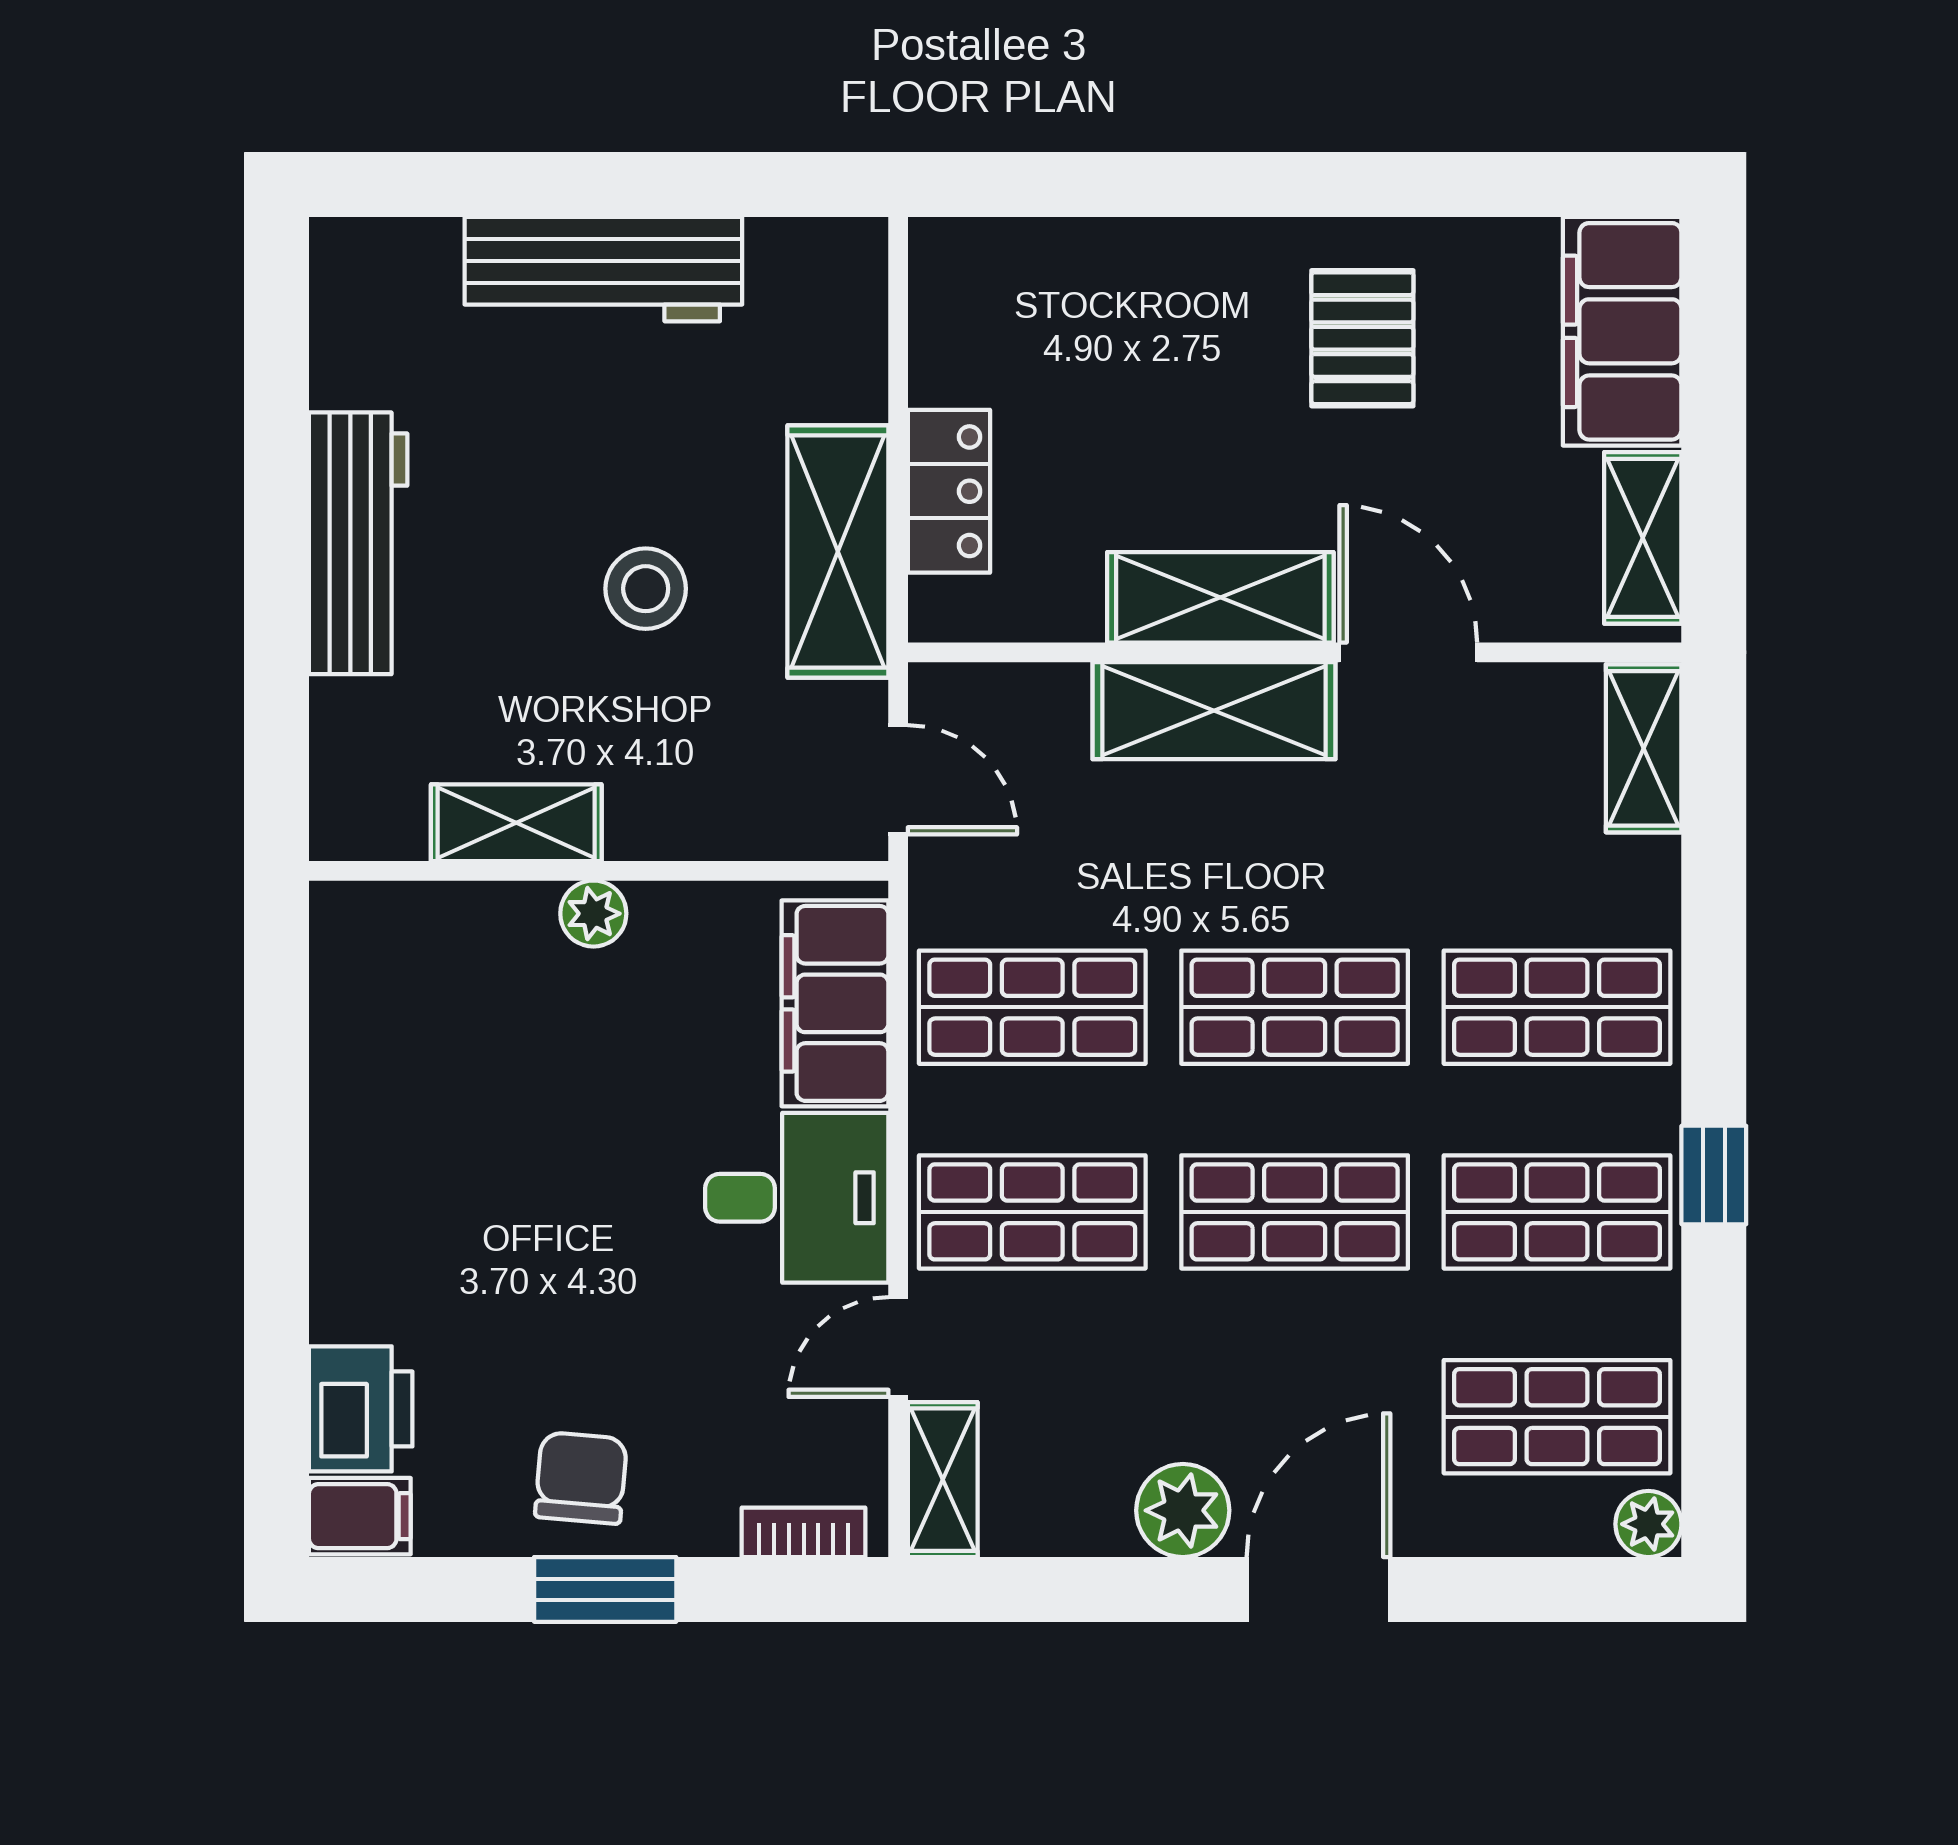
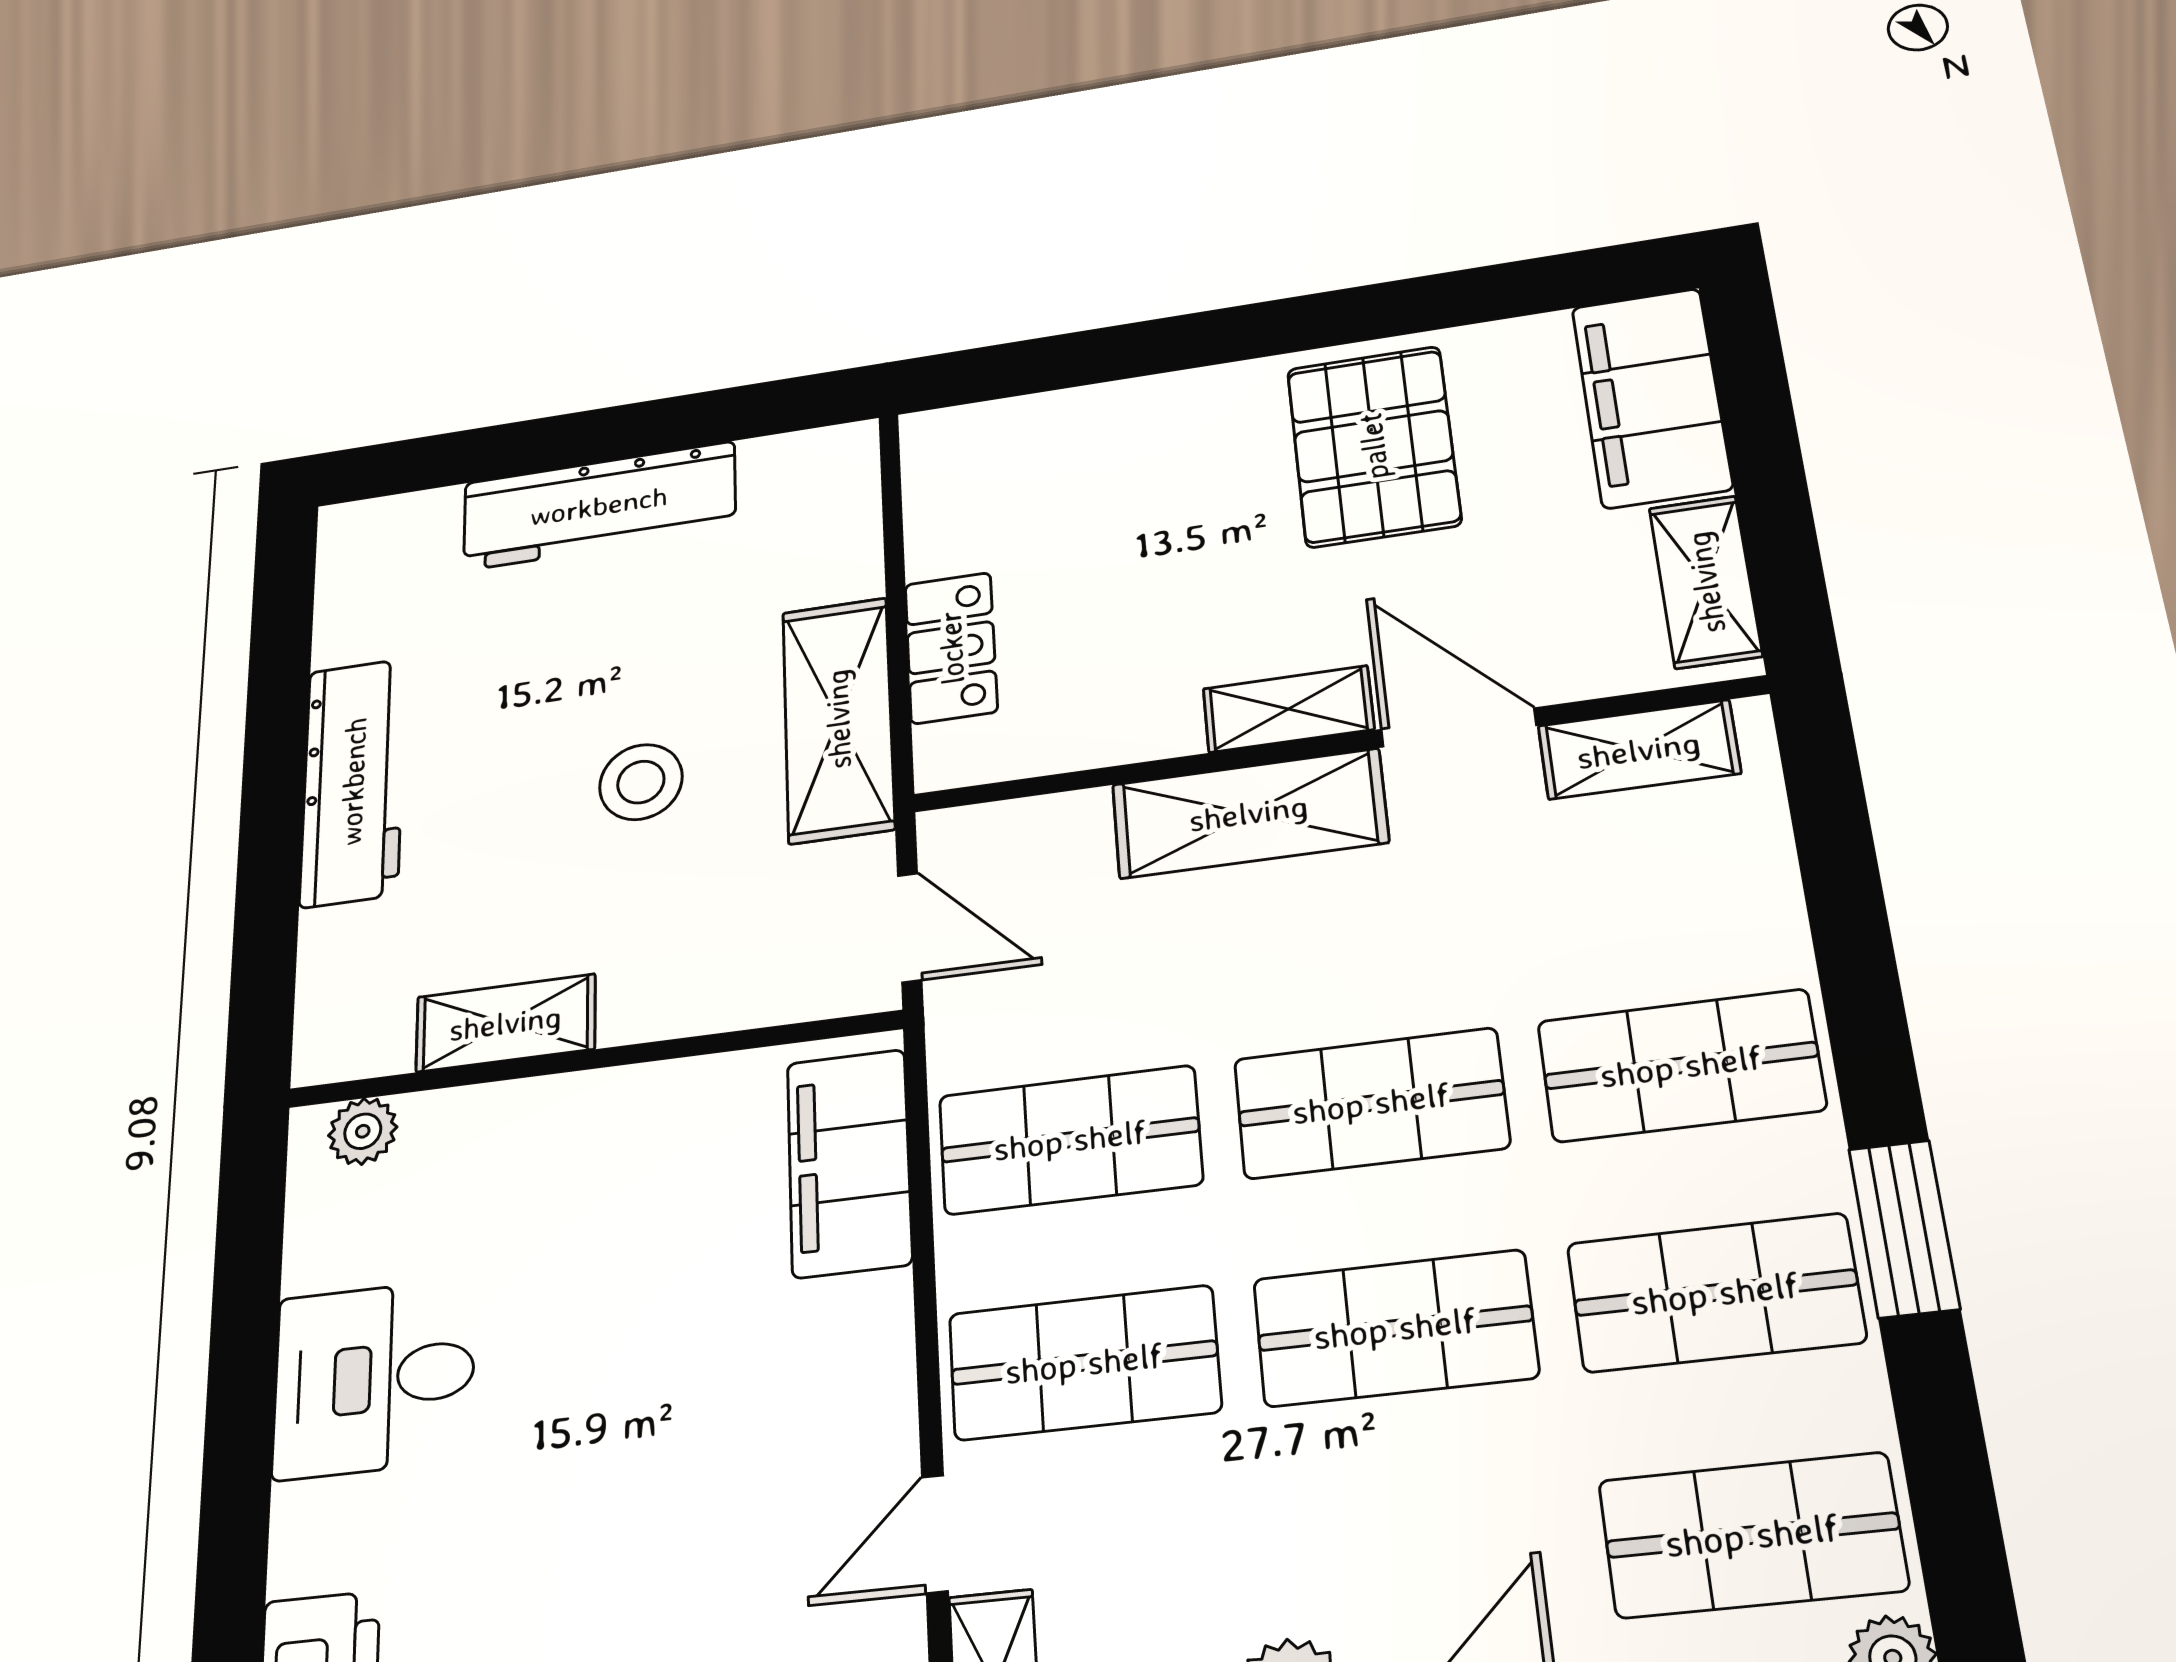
pallet: (1362, 338) -> (1373, 446), width x1.50, depth x1.42
shelving: (1220, 597) -> (1288, 709), width x0.67, depth x0.75
shelving: (1644, 748) -> (1639, 750), moved, turned 90
plant: (593, 914) -> (363, 1131), moved
window: (1714, 1175) -> (1904, 1229), width x1.50
desk: (797, 1198) -> (374, 1378), moved, turned 180

